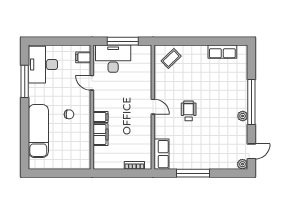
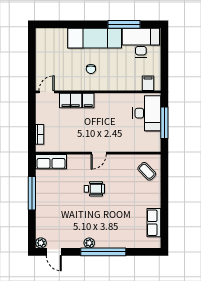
door: (92, 83) -> (47, 92), moved
exam couch: (38, 131) -> (95, 38), moved

